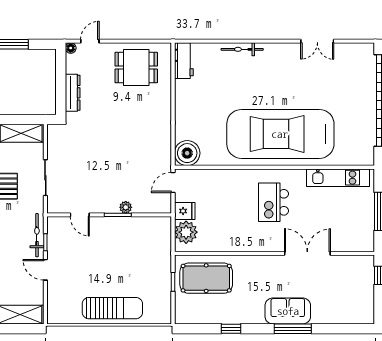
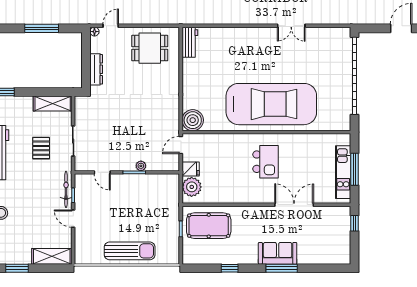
double door: (317, 41) -> (291, 26), moved
bicycle: (242, 49) -> (239, 33), removed
car: (280, 134) -> (271, 104), turned 180
kitchen unit: (338, 178) -> (343, 172), moved, turned 90
kitchen island: (273, 202) -> (265, 162), turned 180

